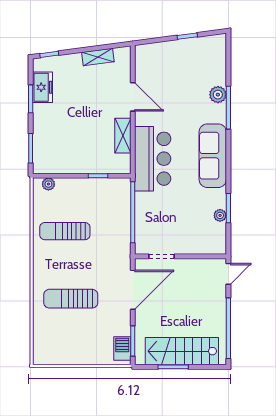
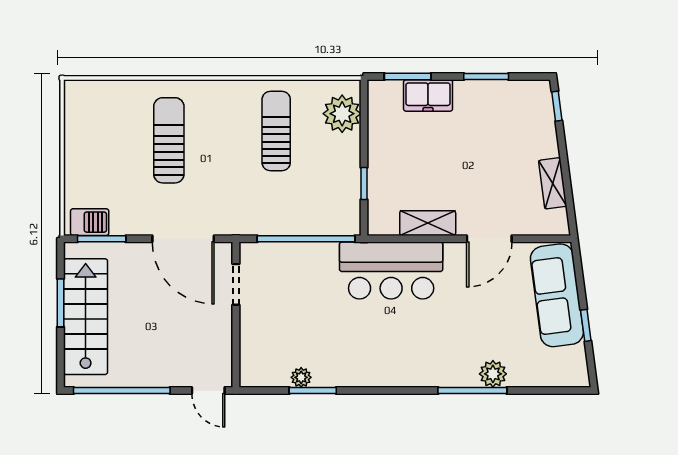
freezer: (43, 87) -> (428, 95), moved
sofa: (213, 156) -> (557, 295), moved, turned -98
plant: (48, 184) -> (342, 114), width x1.87, depth x1.87

